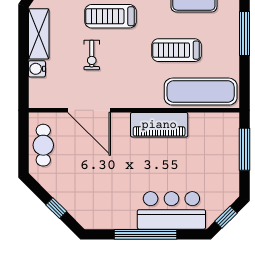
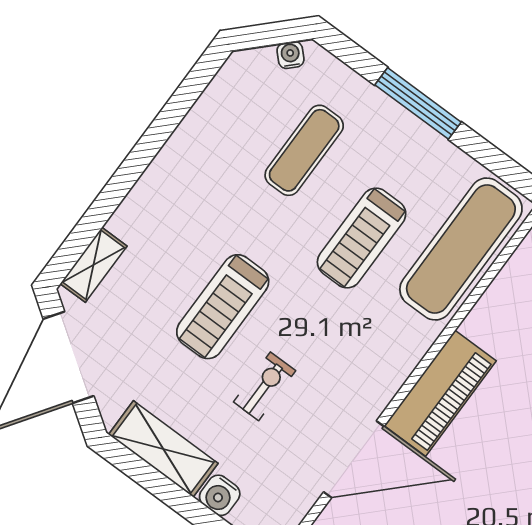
exercise bike: (92, 55) -> (265, 386), turned -90
piano: (159, 125) -> (440, 393), moved

